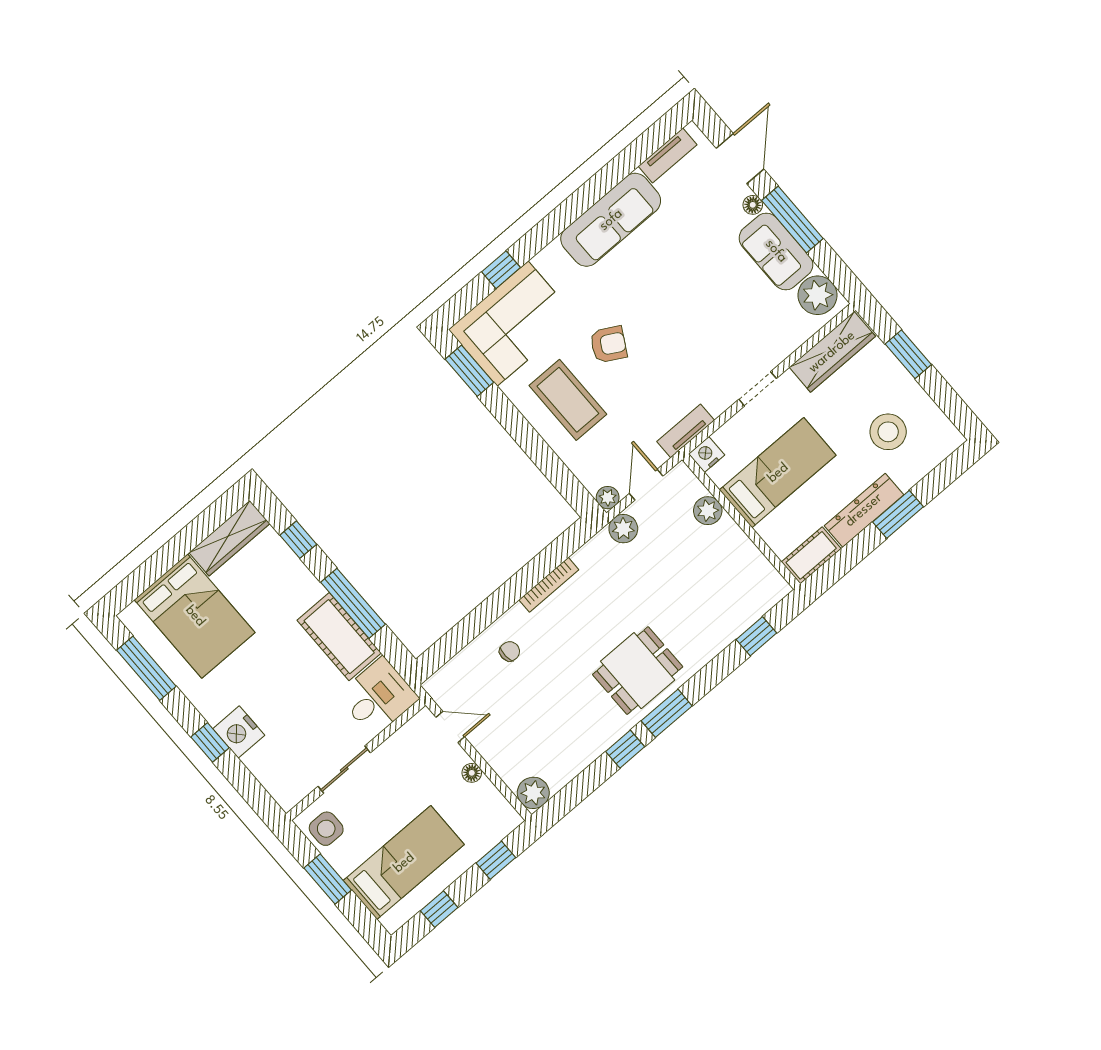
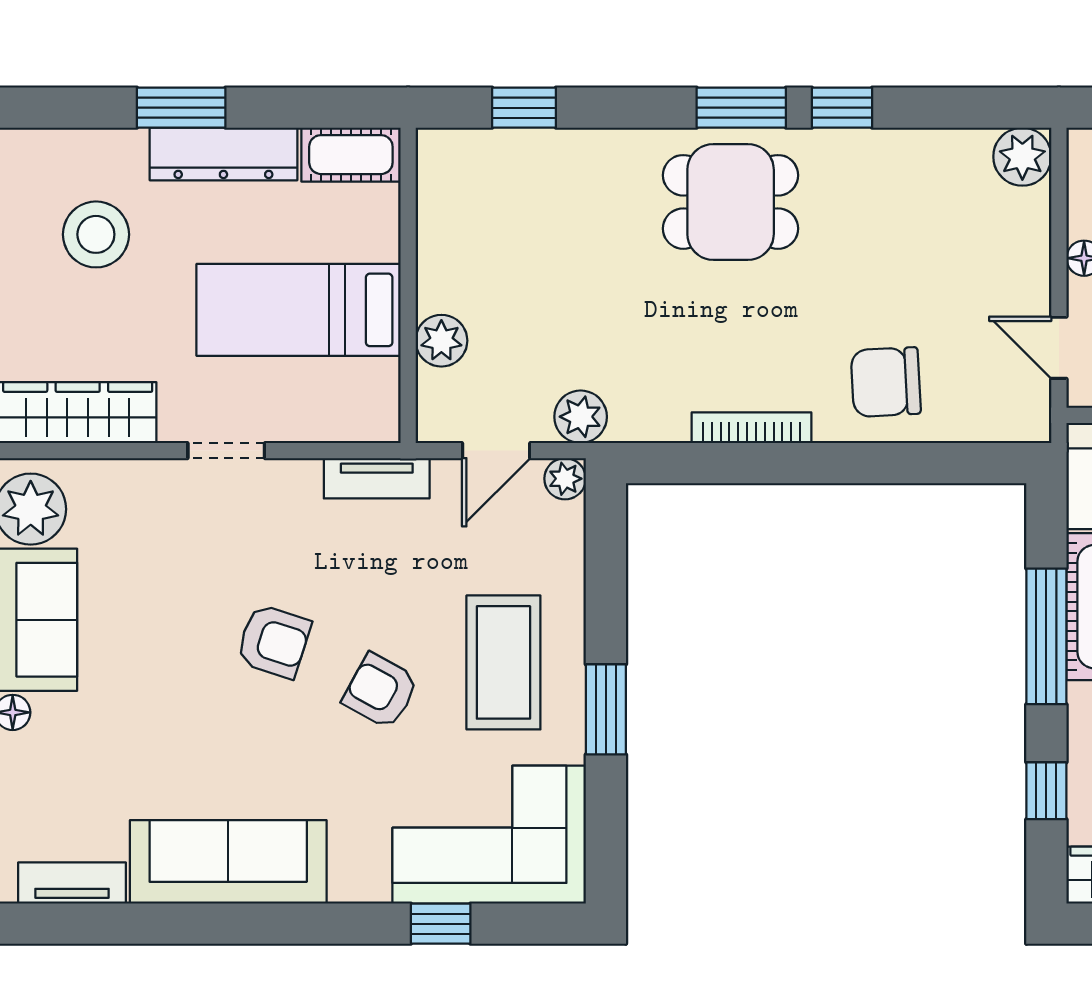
armchair: (670, 327) -> (274, 641), added
window: (469, 371) -> (606, 709), moved
nightstand: (707, 454) -> (376, 420), removed
chair: (510, 651) -> (886, 382), width x1.87, depth x1.87

